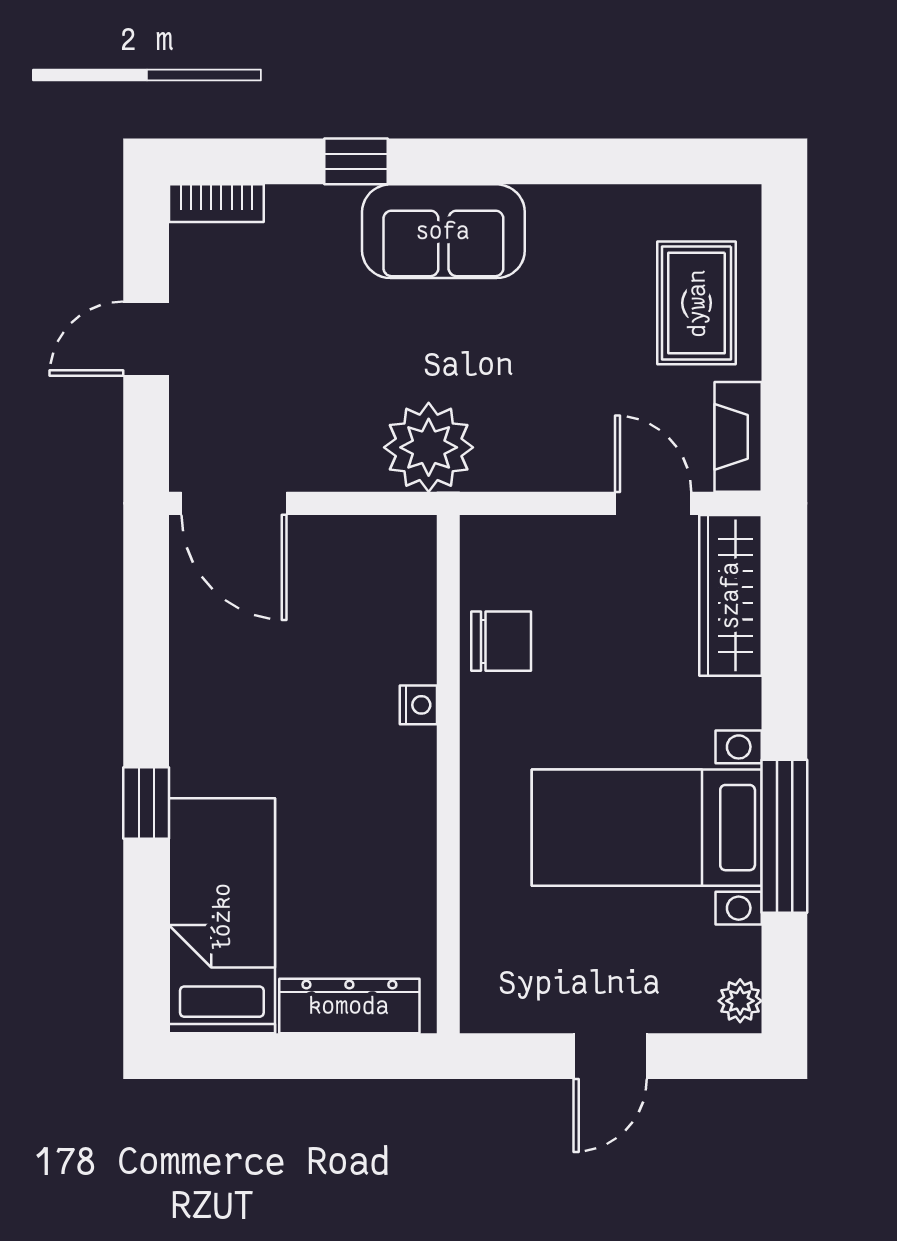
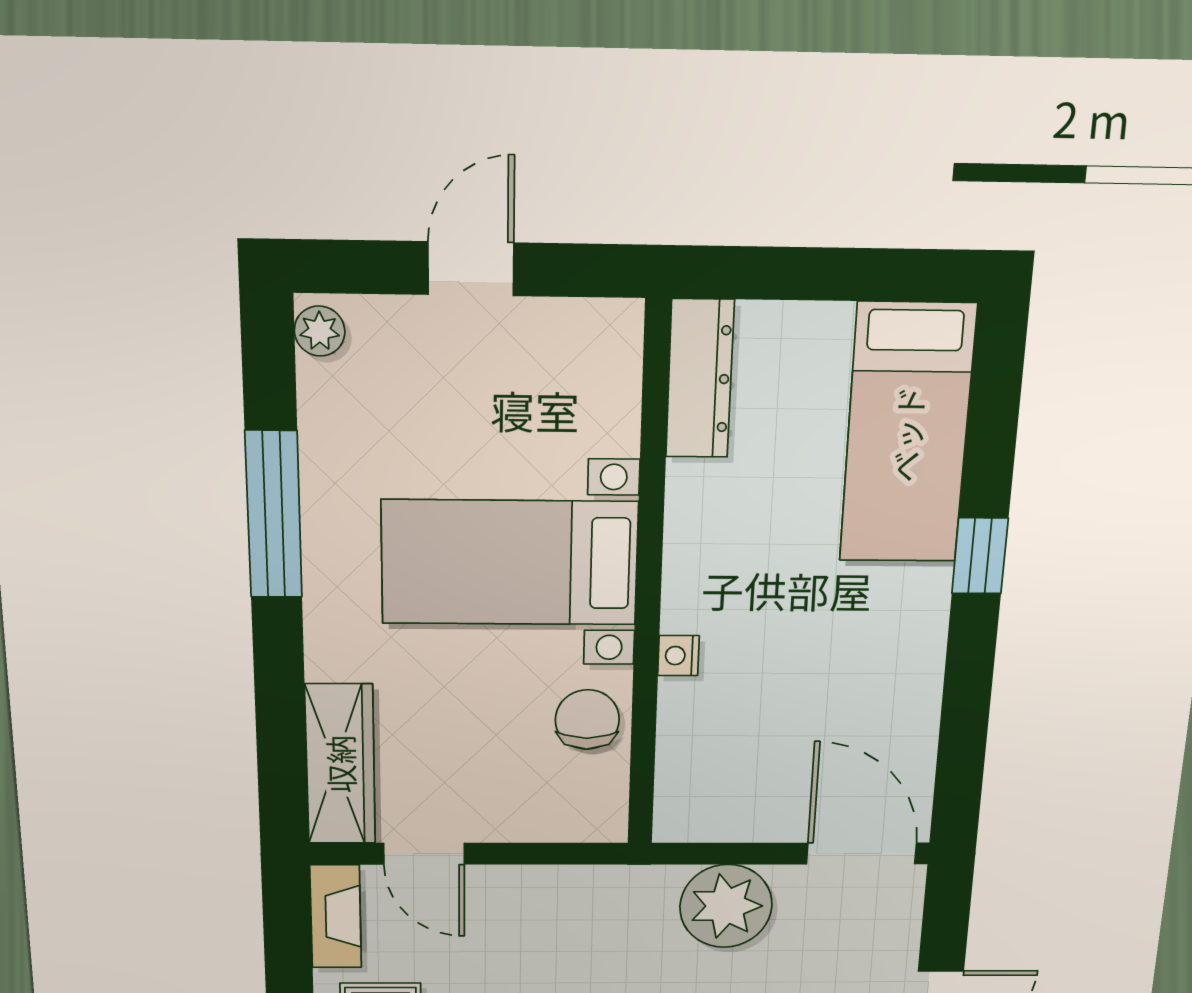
plant: (429, 447) -> (726, 906), moved
chair: (501, 641) -> (587, 720), turned 90
bed with nightstands: (647, 828) -> (510, 563), moved, turned 180
dresser: (349, 1006) -> (700, 379), moved, turned -90

